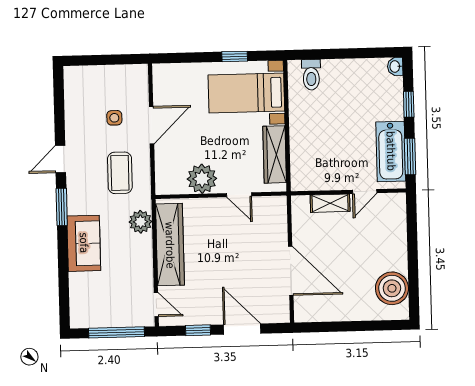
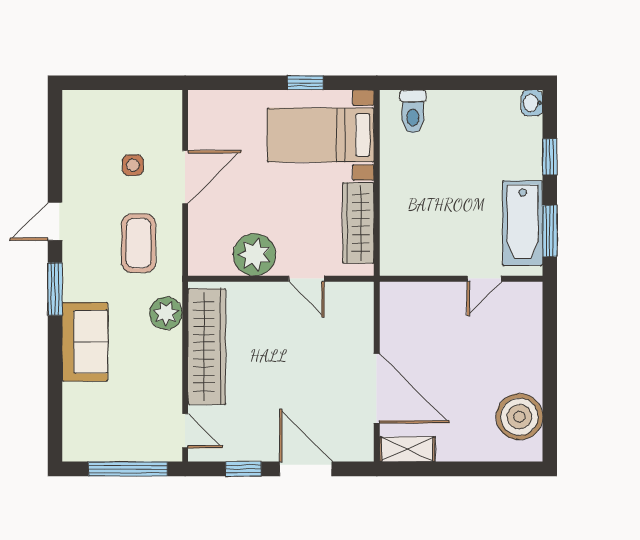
shelving: (330, 203) -> (407, 449), moved

